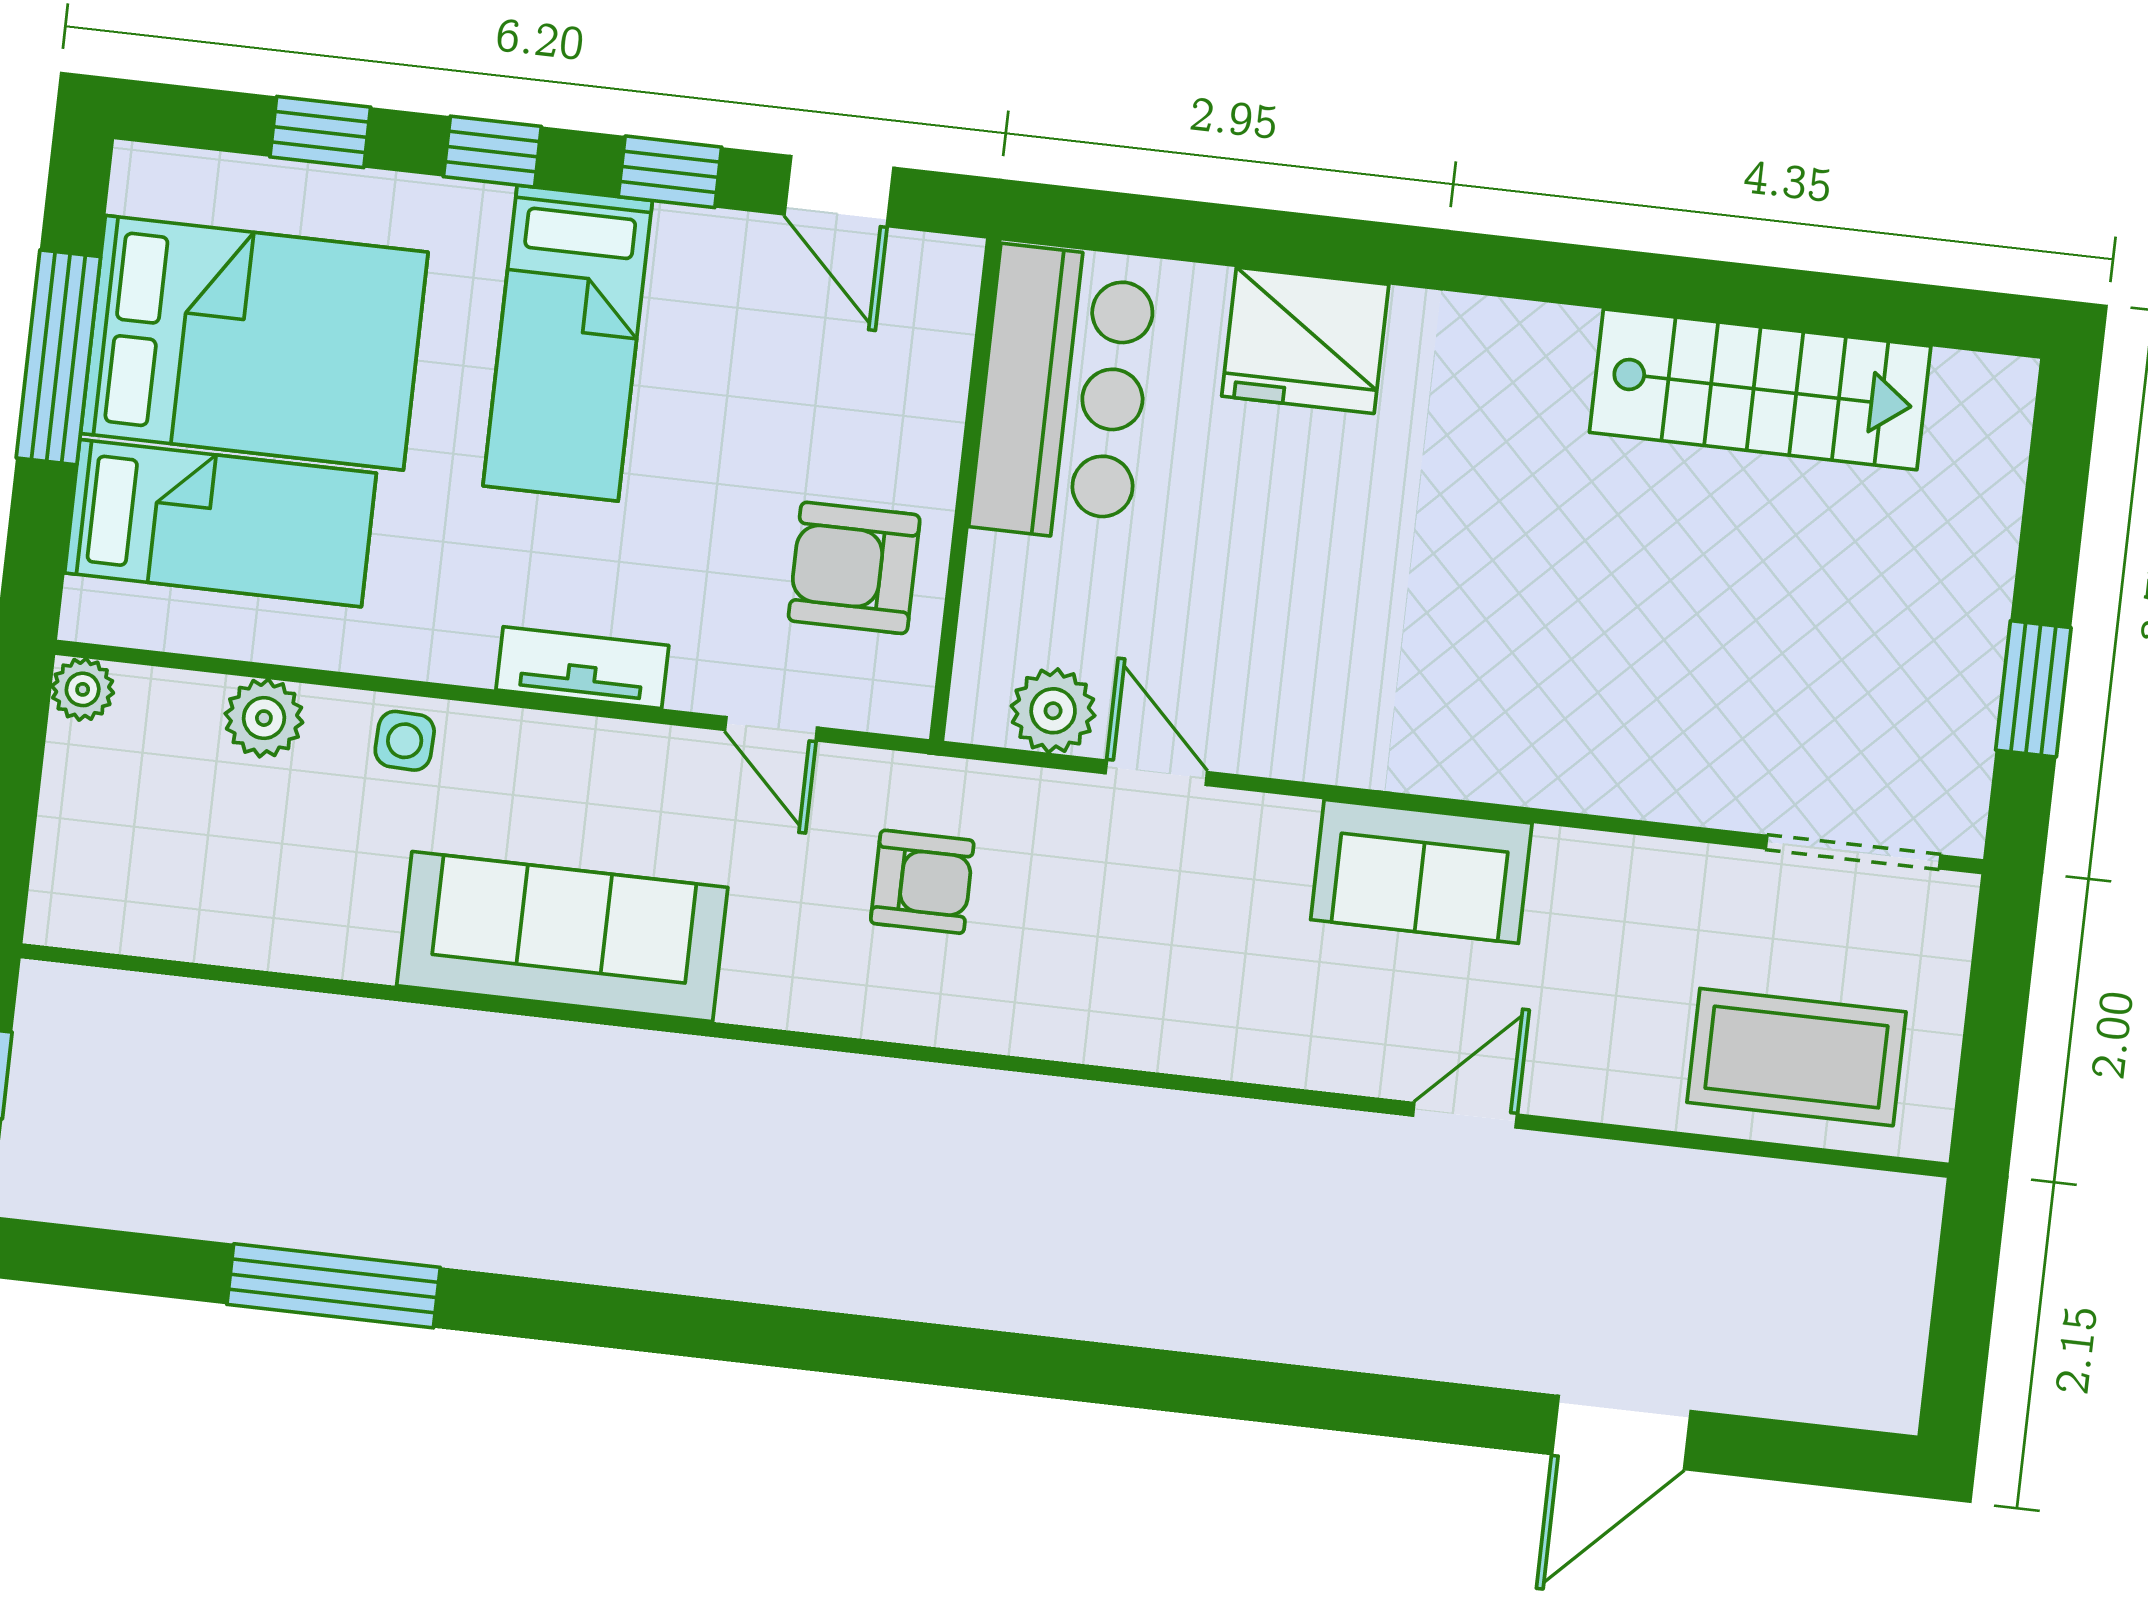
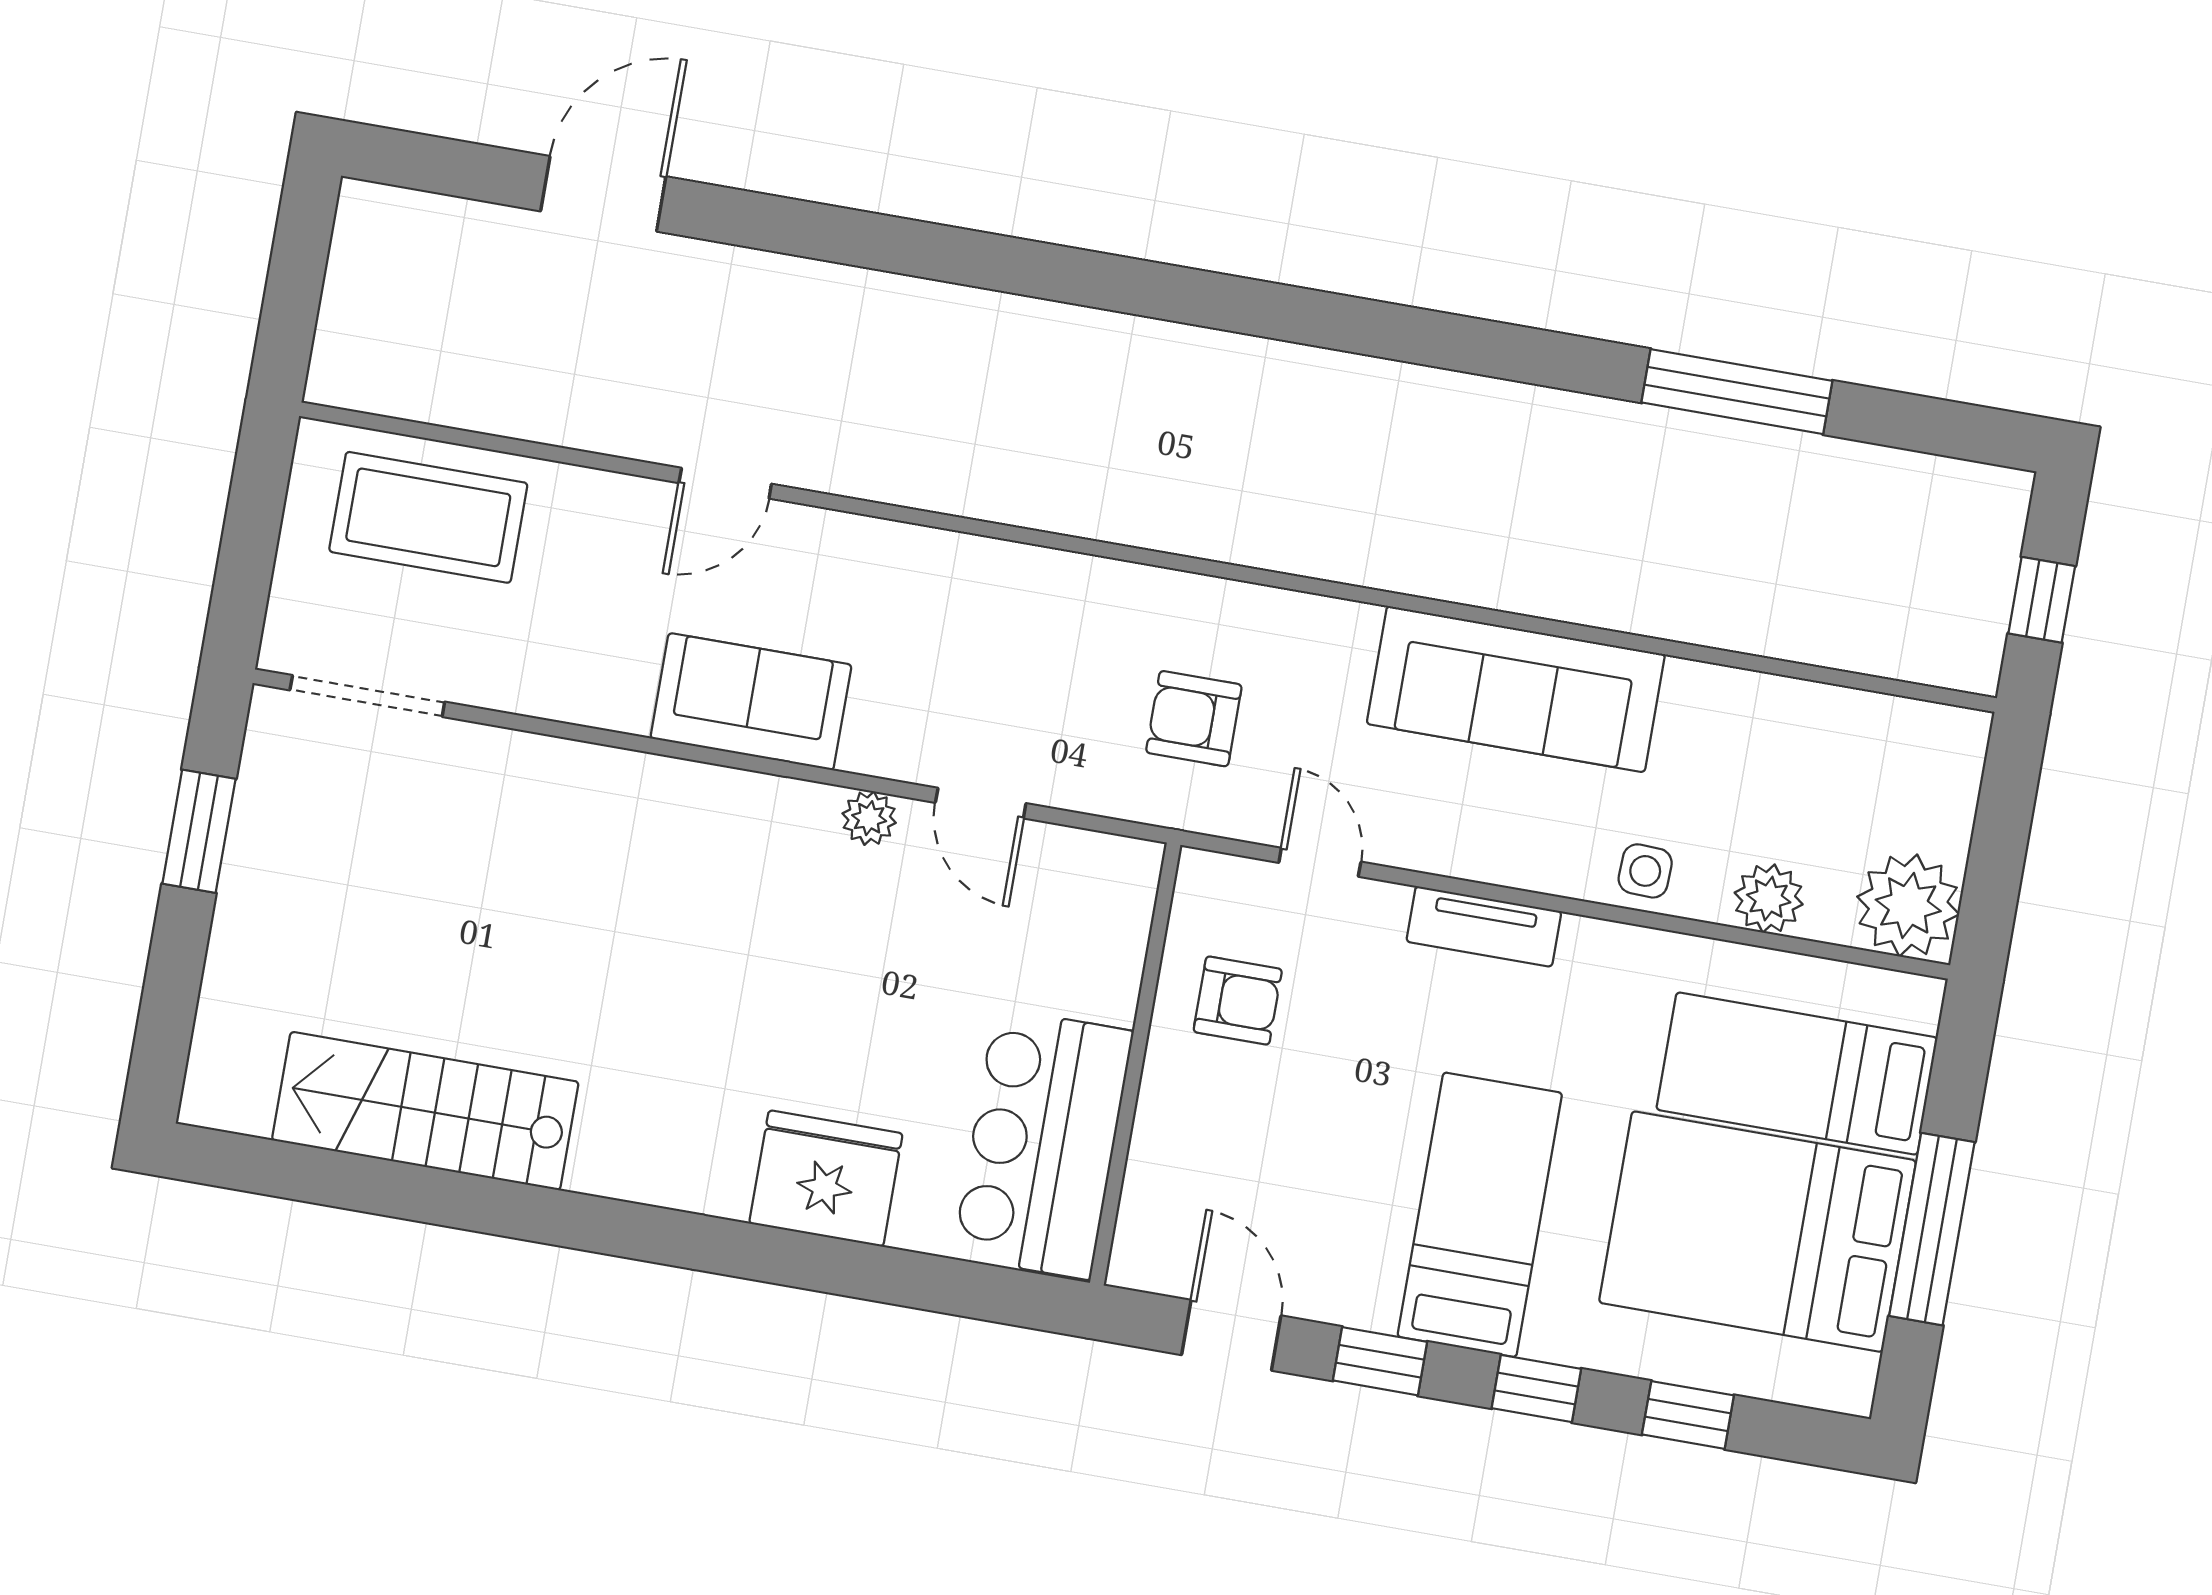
armchair: (854, 568) -> (1238, 1001), width x0.72, depth x0.72
plant: (83, 689) -> (1908, 905), width x1.88, depth x1.88
plant: (1053, 711) -> (869, 818), moved, width x0.73, depth x0.73

